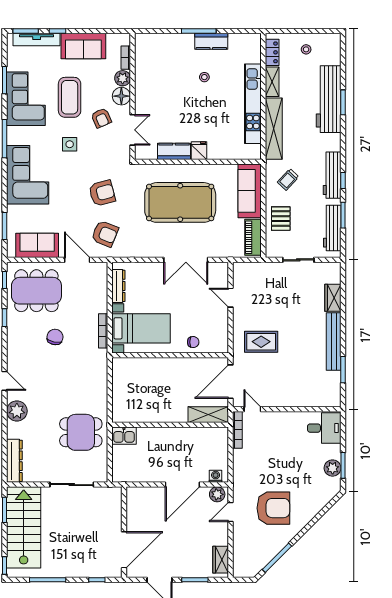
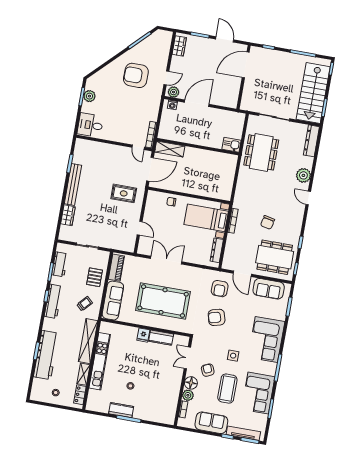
workbench: (332, 228) -> (60, 264), width x0.73
armchair: (105, 234) -> (220, 289), turned -112
dining table: (81, 432) -> (261, 152), width x1.38

